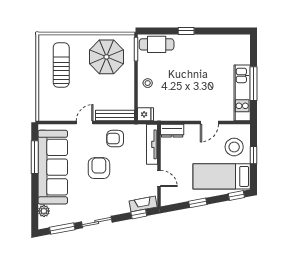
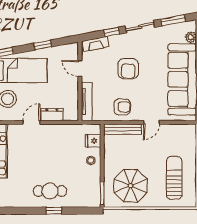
cafe table: (157, 44) -> (50, 191), moved
sun lounger: (61, 65) -> (174, 178), turned 180
fridge: (145, 114) -> (93, 141), moved
dresser: (172, 131) -> (52, 115), moved
armchair: (99, 168) -> (128, 69), moved
window: (139, 214) -> (112, 32), moved

